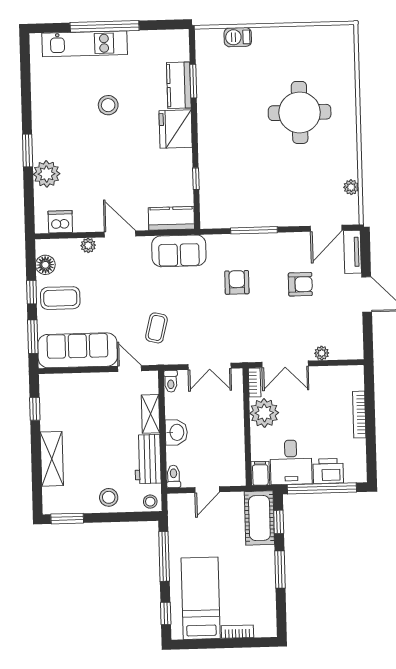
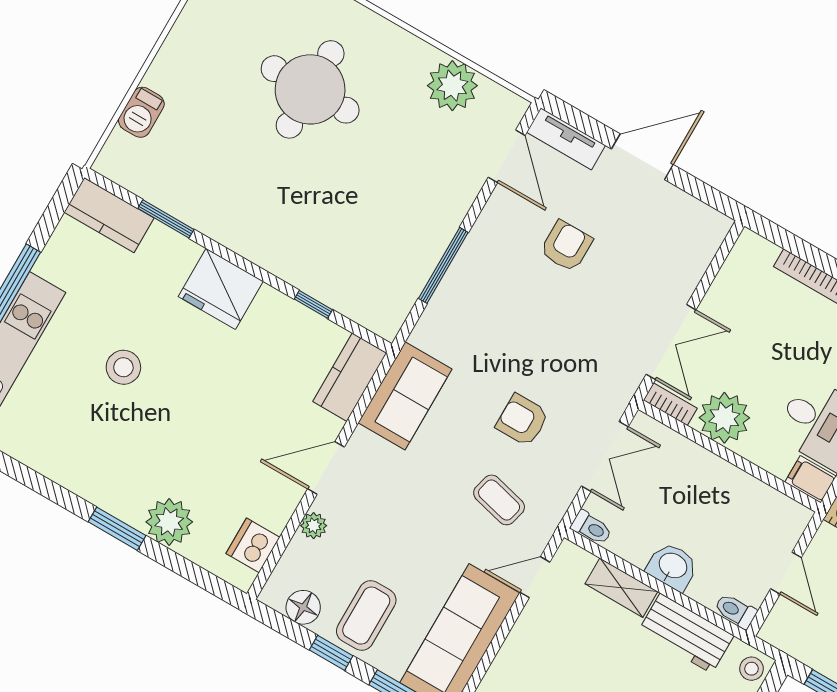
kitchen counter: (179, 85) -> (109, 215), moved
plant: (351, 187) -> (452, 86), width x1.88, depth x1.88
armchair: (237, 282) -> (522, 420), moved
plant: (322, 353) -> (688, 277), removed

